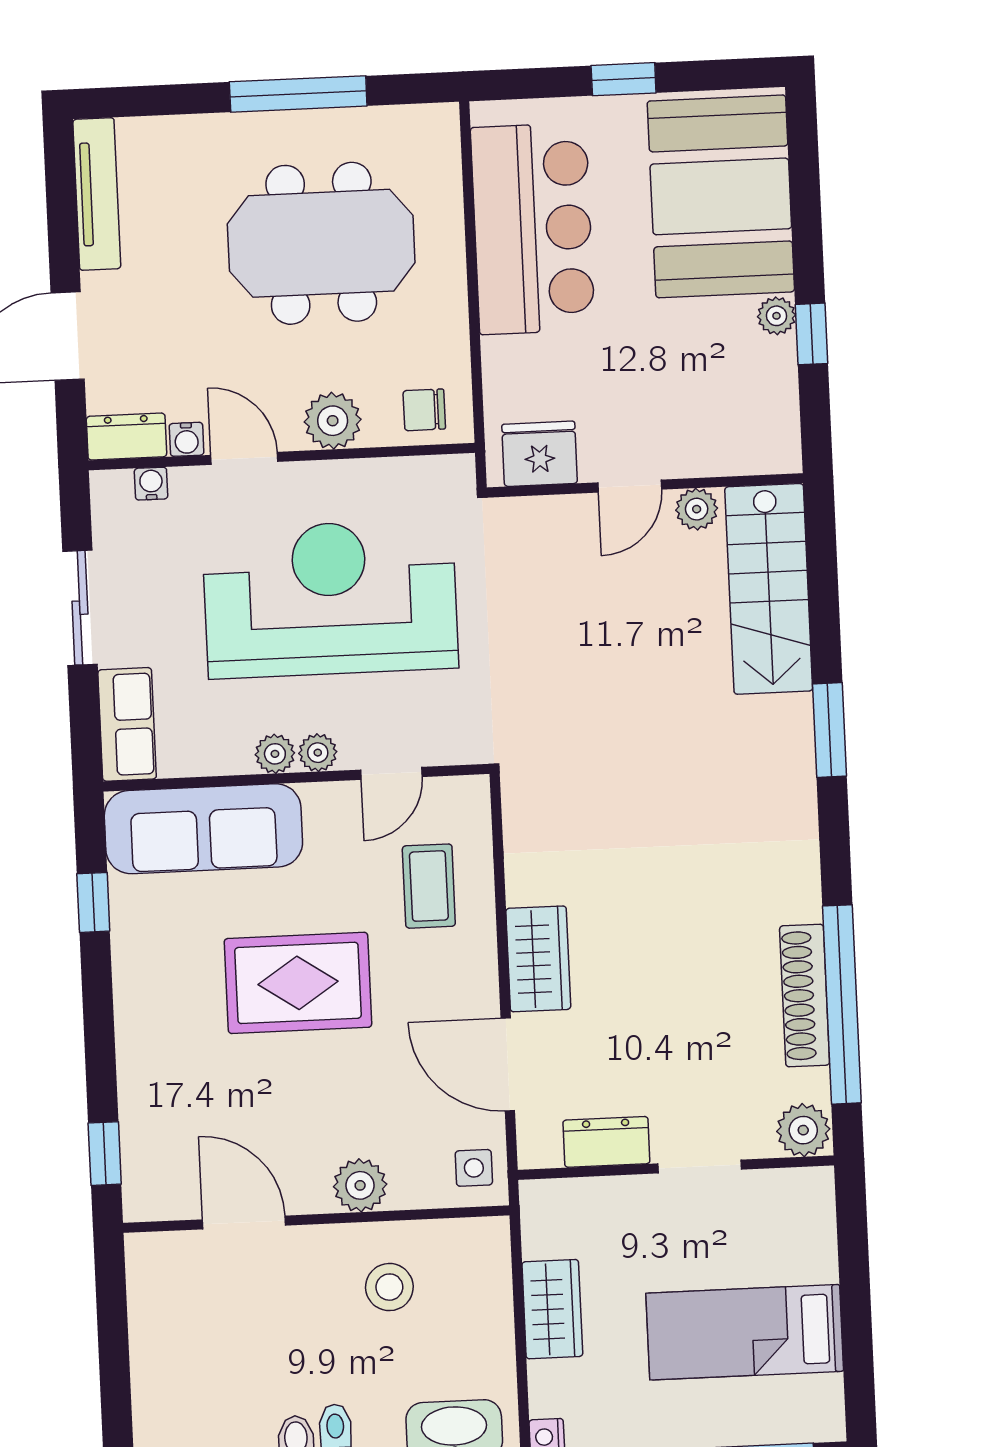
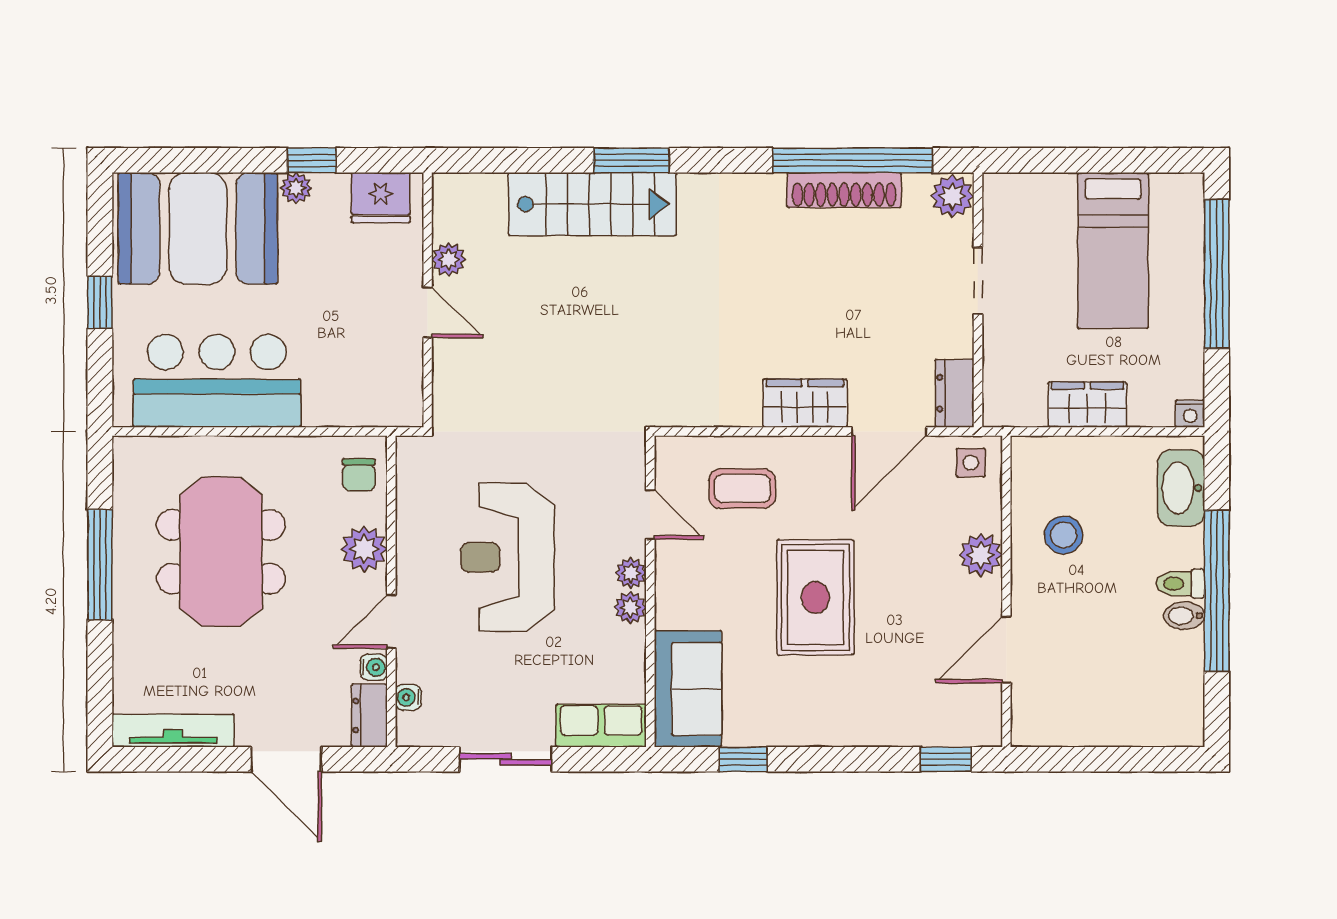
fridge: (540, 454) -> (381, 198), moved, turned -90
stairs: (769, 589) -> (592, 204), moved
reception desk: (330, 599) -> (507, 557), width x0.74, depth x0.77
sofa: (203, 829) -> (688, 689), width x0.73
dresser: (606, 1142) -> (955, 393), moved

